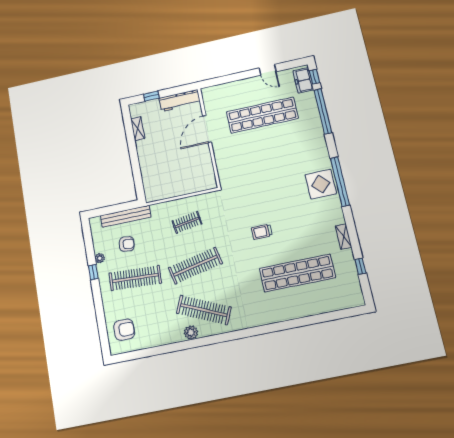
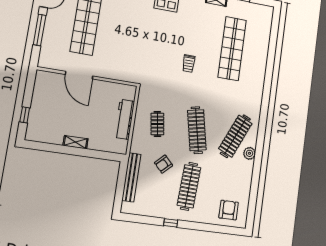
window: (236, 77) -> (40, 30), added
workbench: (180, 101) -> (125, 119), moved, turned 180
shelving: (138, 129) -> (75, 142), moved
armchair: (127, 244) -> (163, 164), moved, turned -141
plant: (100, 258) -> (160, 213), removed

